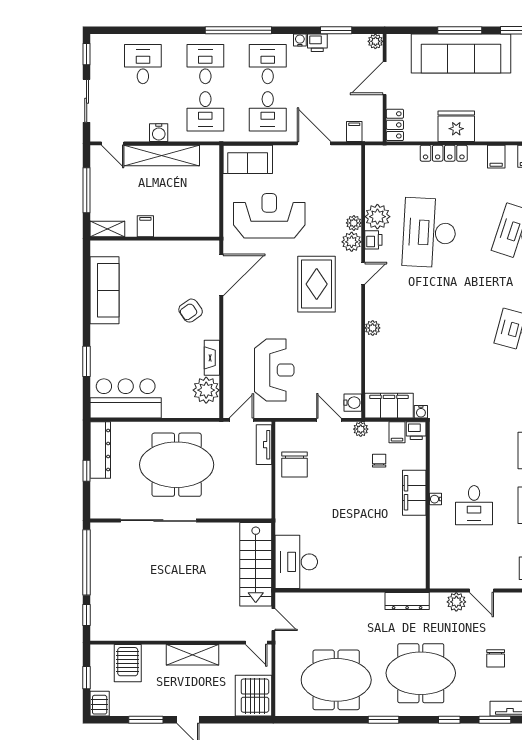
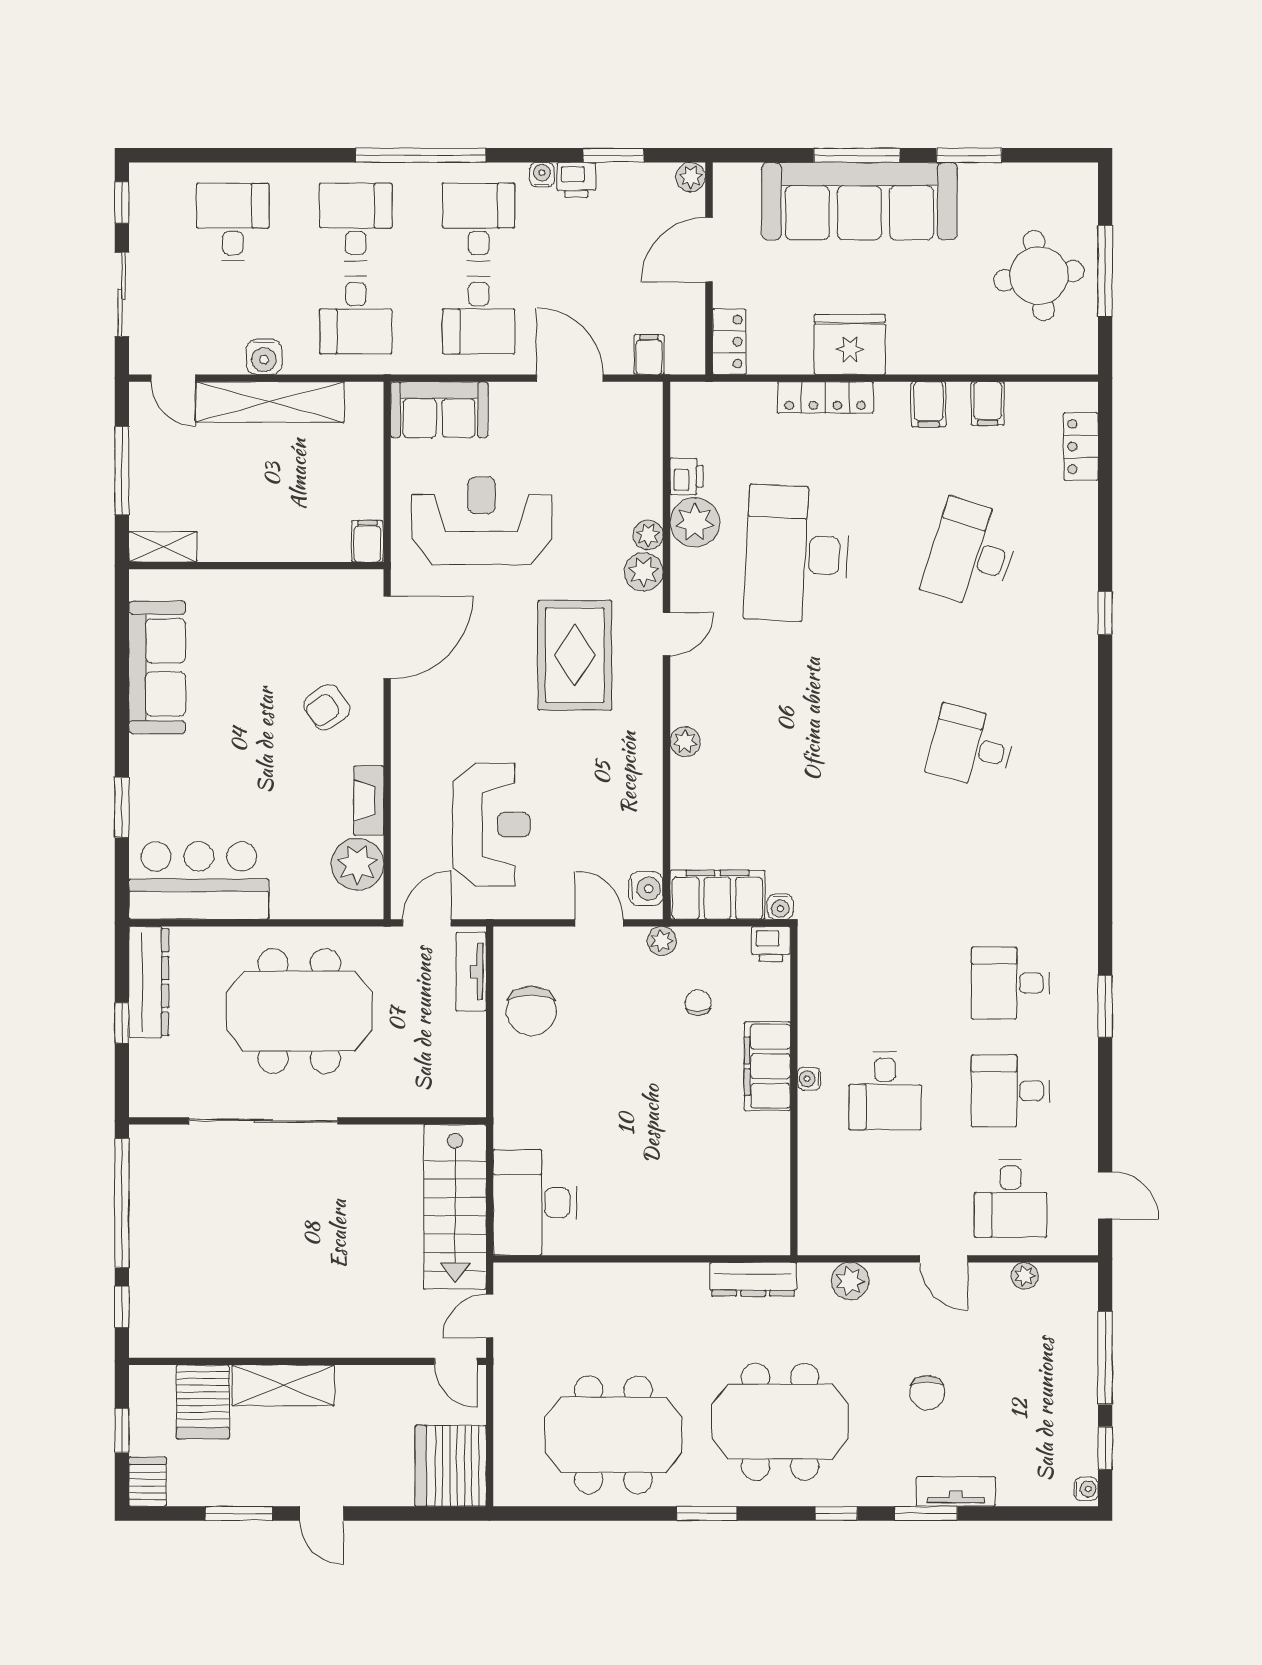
filing cabinet: (145, 226) -> (367, 541), moved
printer: (373, 240) -> (687, 477), moved
filing cabinet: (397, 432) -> (733, 947), removed
door: (481, 591) -> (944, 1259), moved
door: (273, 620) -> (490, 1316), swing flipped
shelving: (193, 655) -> (283, 1385), moved

